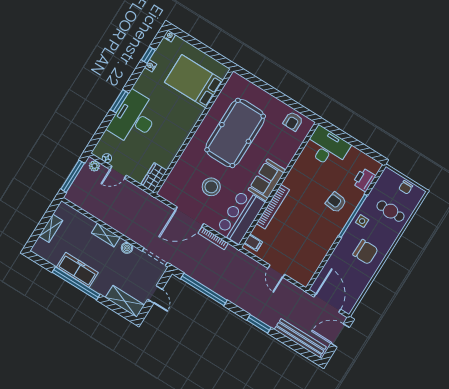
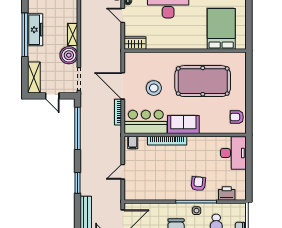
boiler: (127, 248) -> (69, 55), width x1.86, depth x1.86
door: (155, 294) -> (52, 96), hinge flipped

